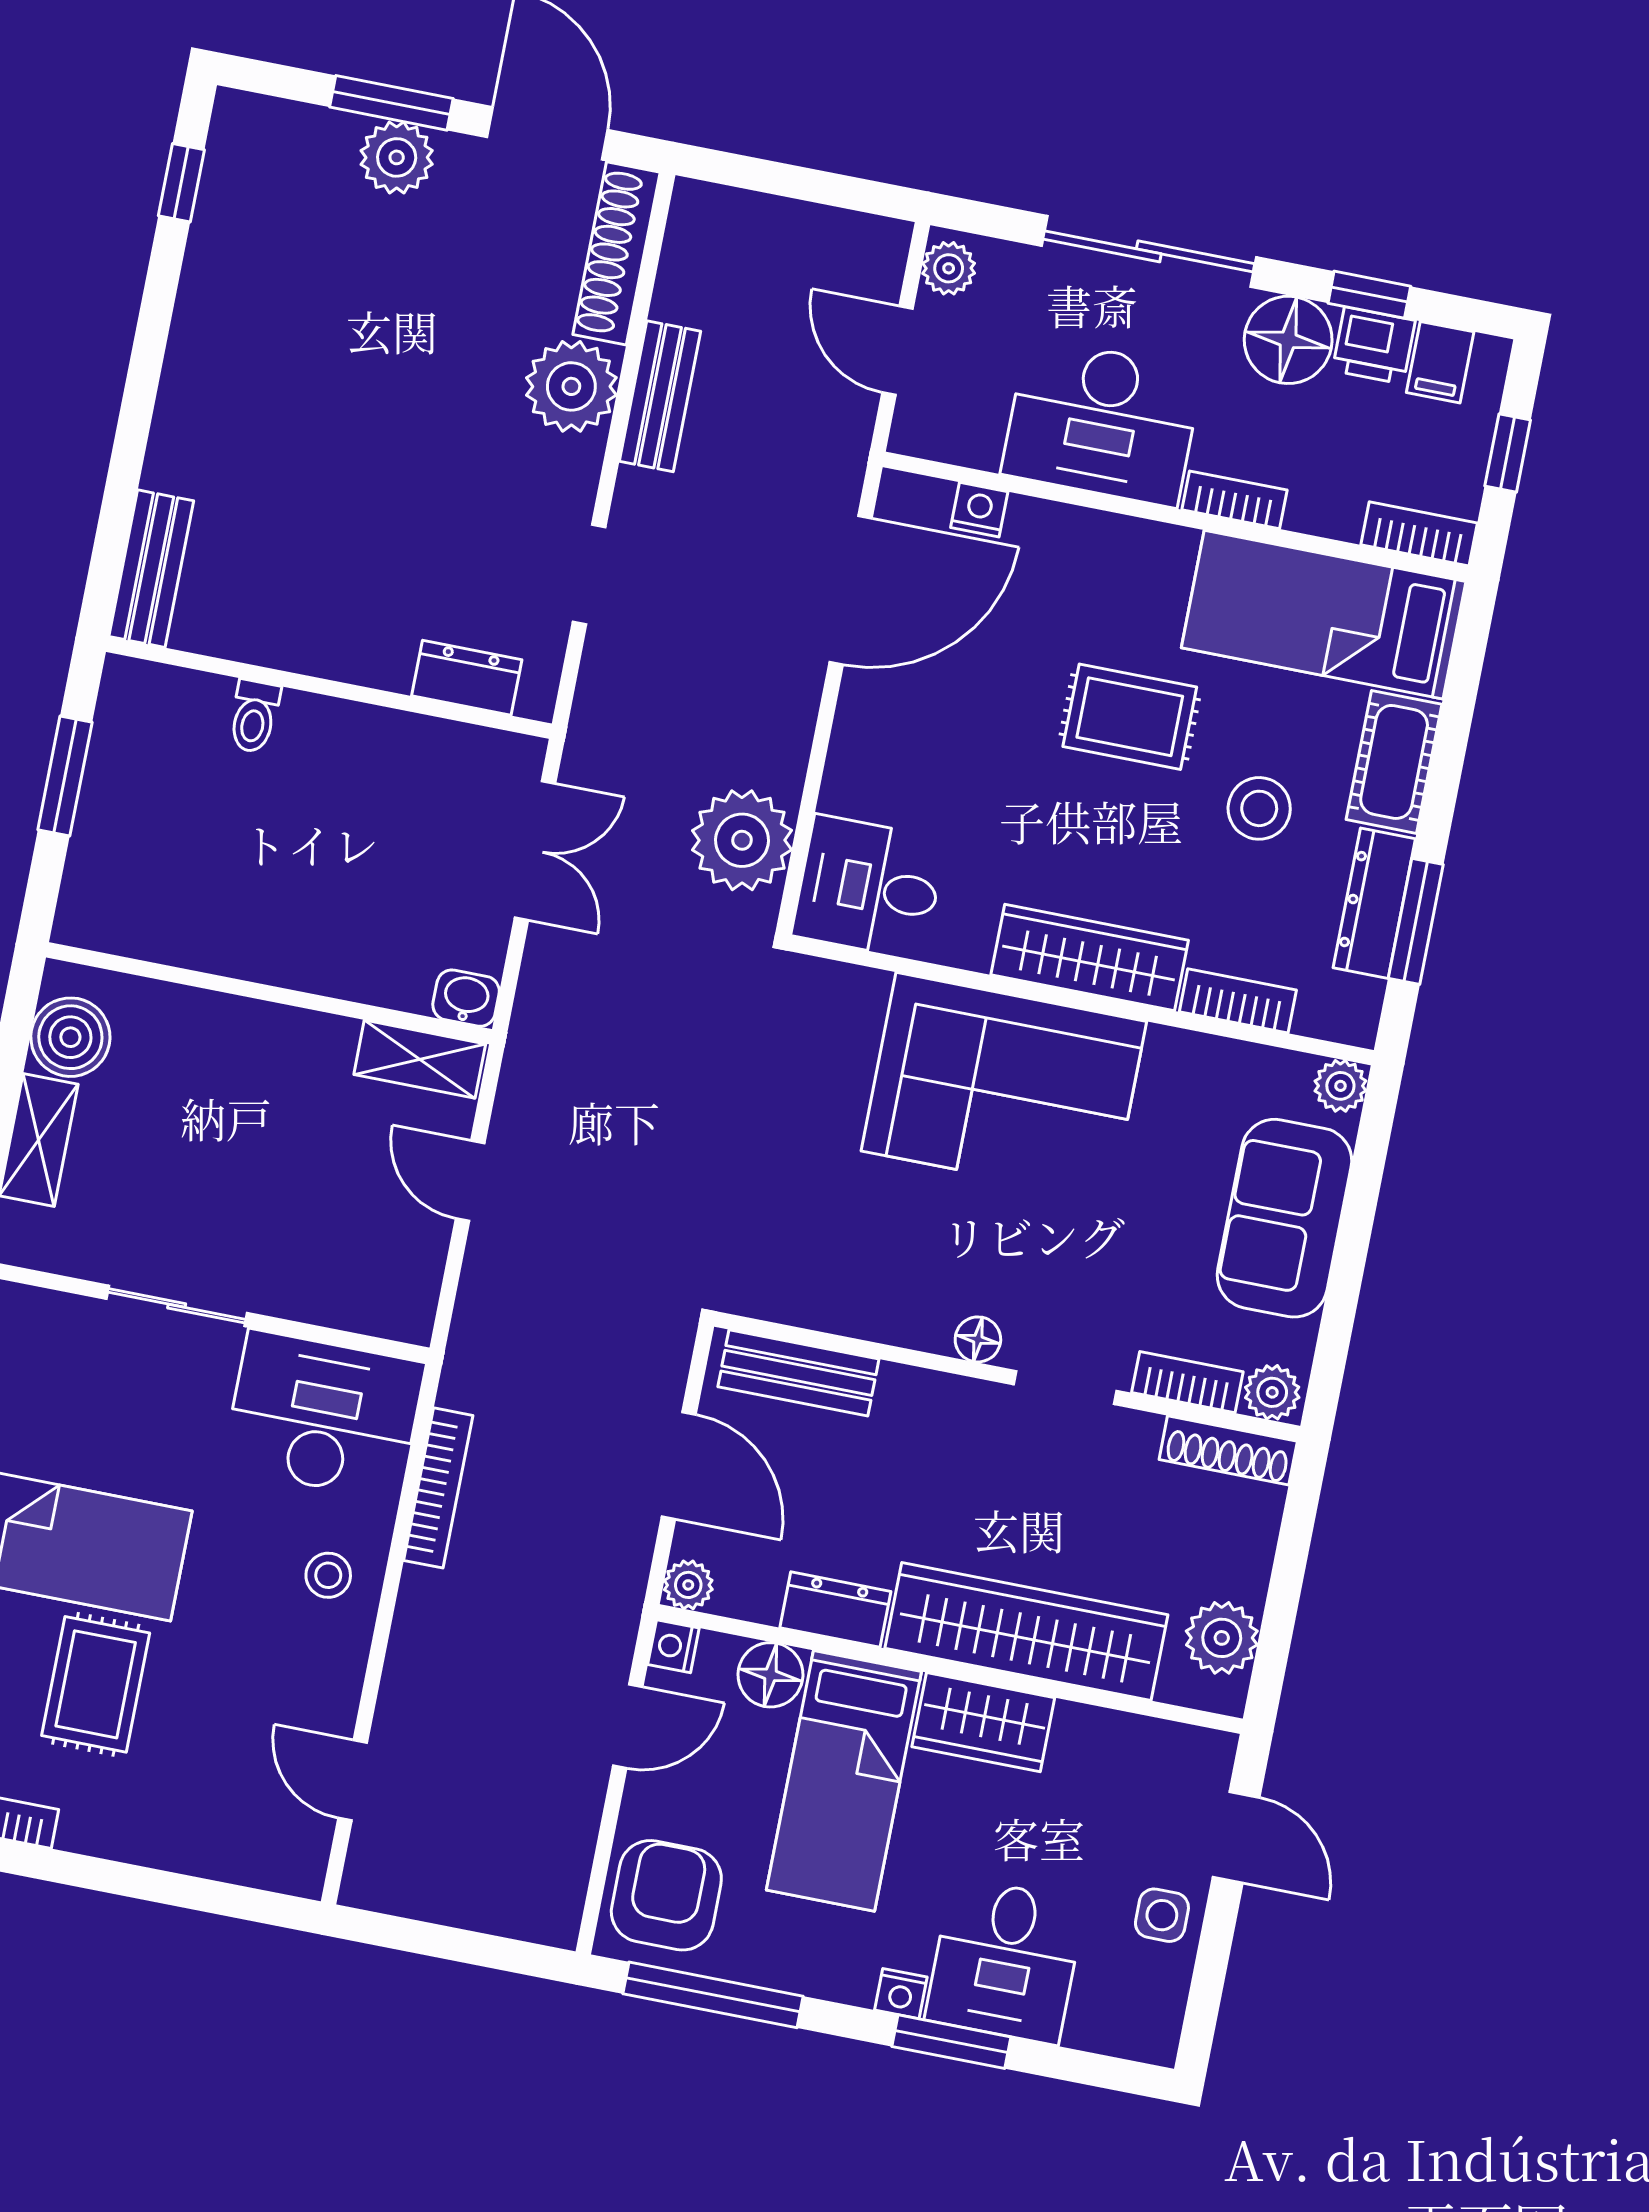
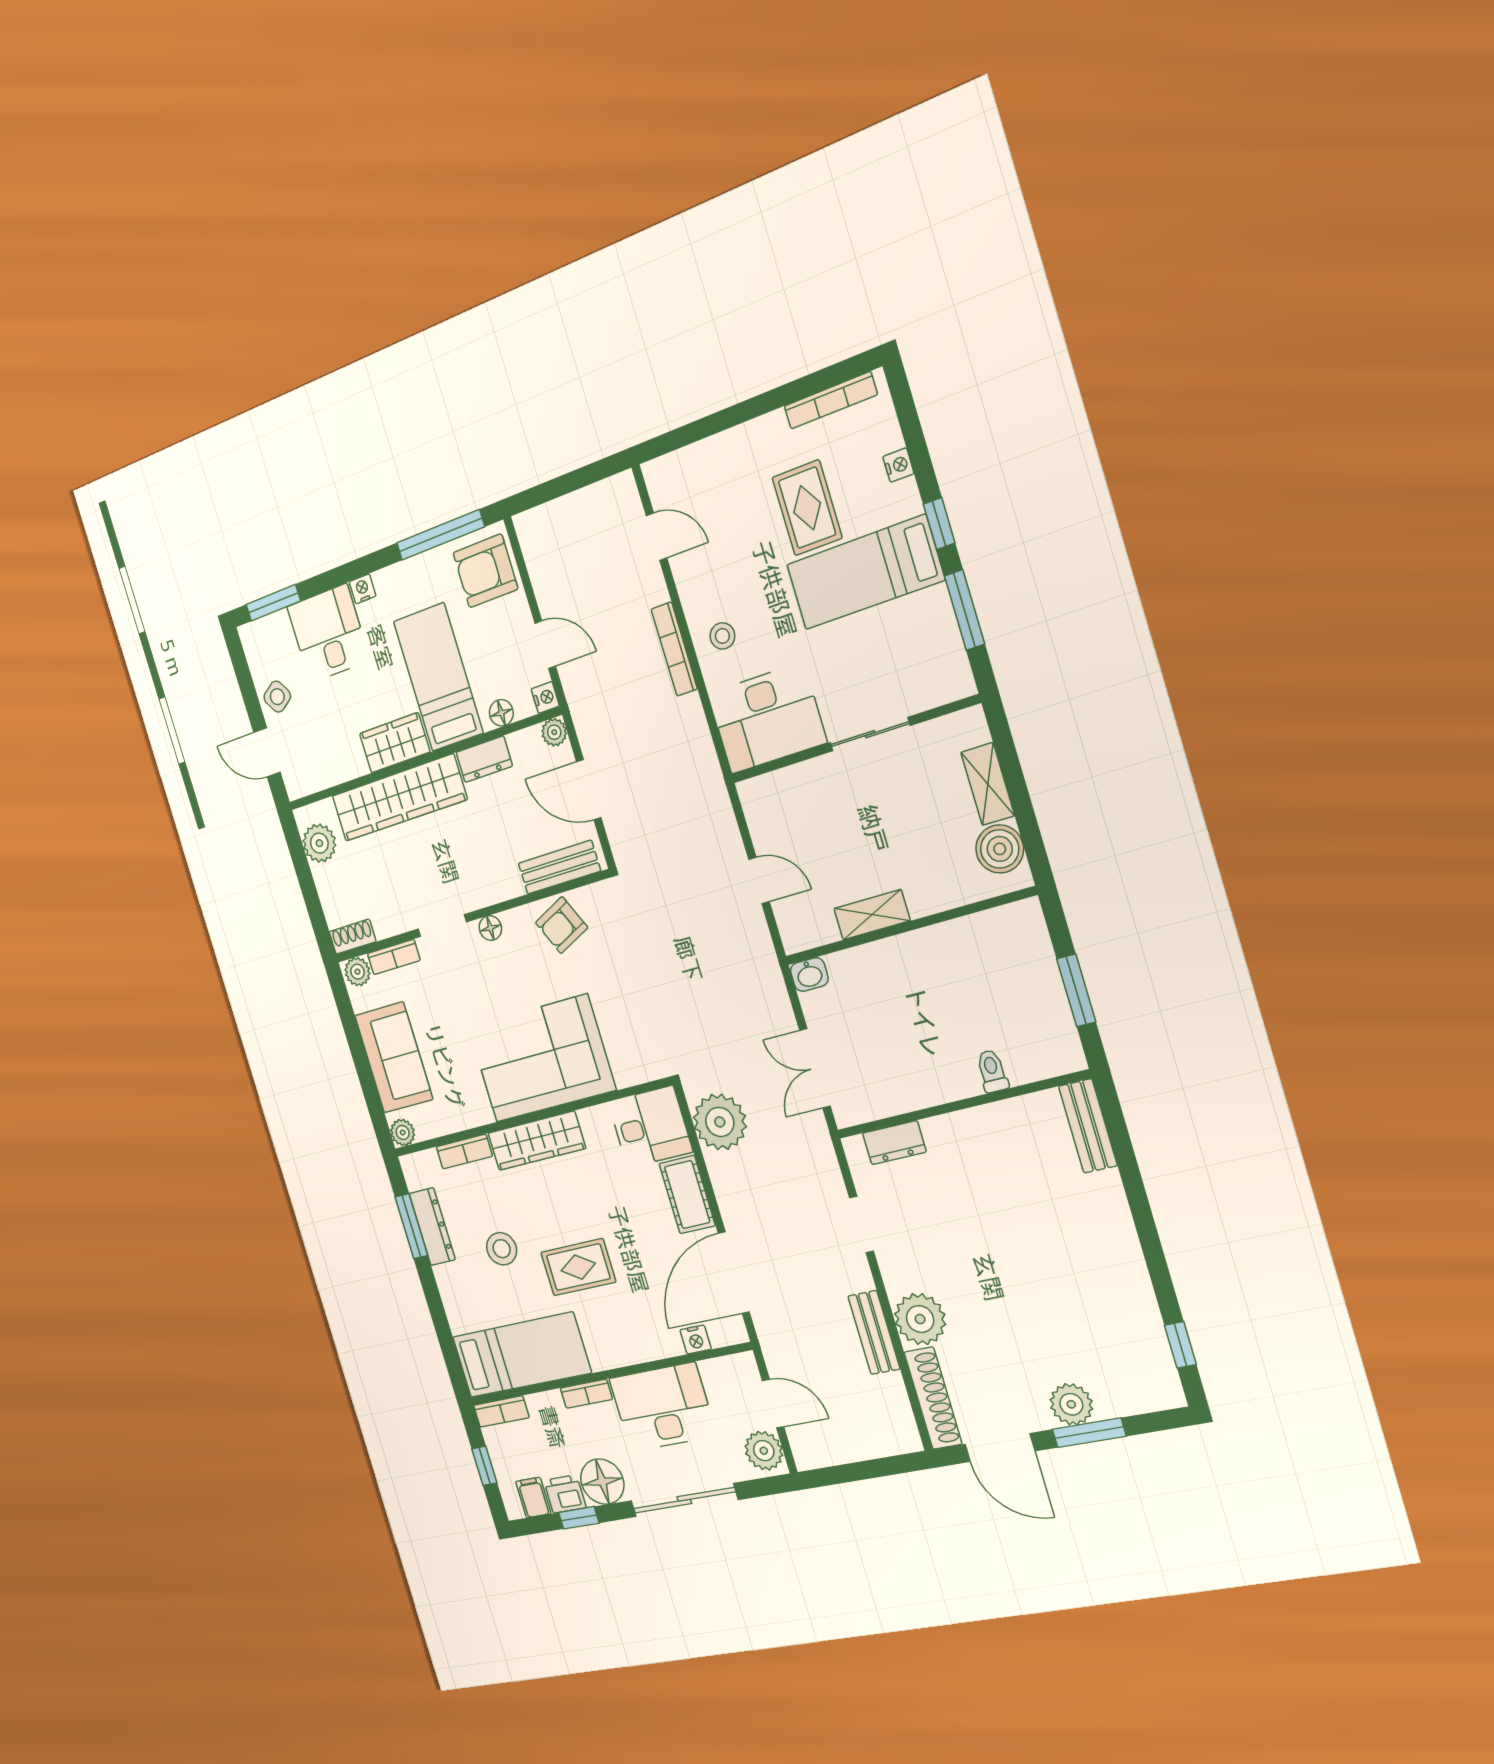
plant: (949, 268) -> (764, 1451), width x1.38, depth x1.38
cot: (1394, 762) -> (687, 1195), moved
shelving: (420, 1059) -> (872, 915), moved
armchair: (846, 1280) -> (562, 925), added
shoe rack: (1228, 1450) -> (353, 937), width x0.70
bookcase: (438, 1488) -> (674, 649), moved
floor lamp: (770, 1675) -> (501, 713), width x0.73, depth x0.73
door: (628, 1726) -> (545, 645), swing flipped
armchair: (666, 1895) -> (485, 571), turned 90
side table: (1162, 1915) -> (277, 697), turned -33
window: (951, 2042) -> (273, 603), moved

